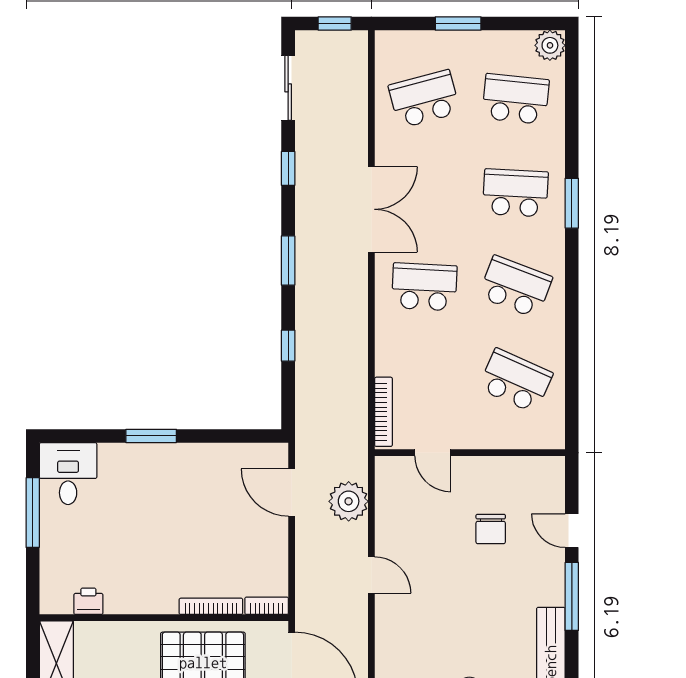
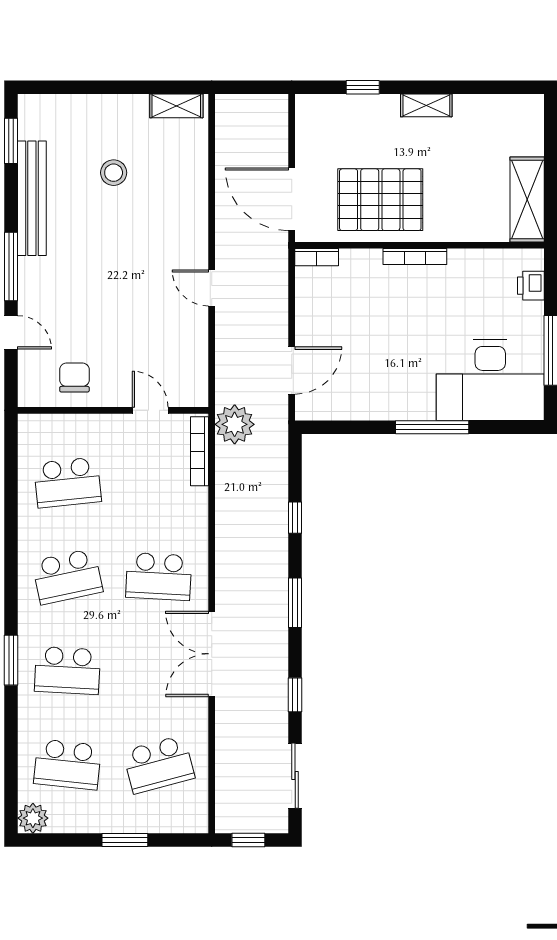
school desk: (515, 287) -> (67, 576), turned -33
school desk: (515, 381) -> (67, 482), turned -30
window: (151, 436) -> (432, 427), width x1.44
desk: (68, 474) -> (490, 380), width x1.87, depth x1.30
door: (292, 493) -> (292, 370), hinge flipped
plant: (349, 501) -> (235, 424), moved
chair: (491, 529) -> (74, 377), moved
printer: (88, 601) -> (531, 286), moved, turned 90
bookcase: (211, 606) -> (415, 257), moved

